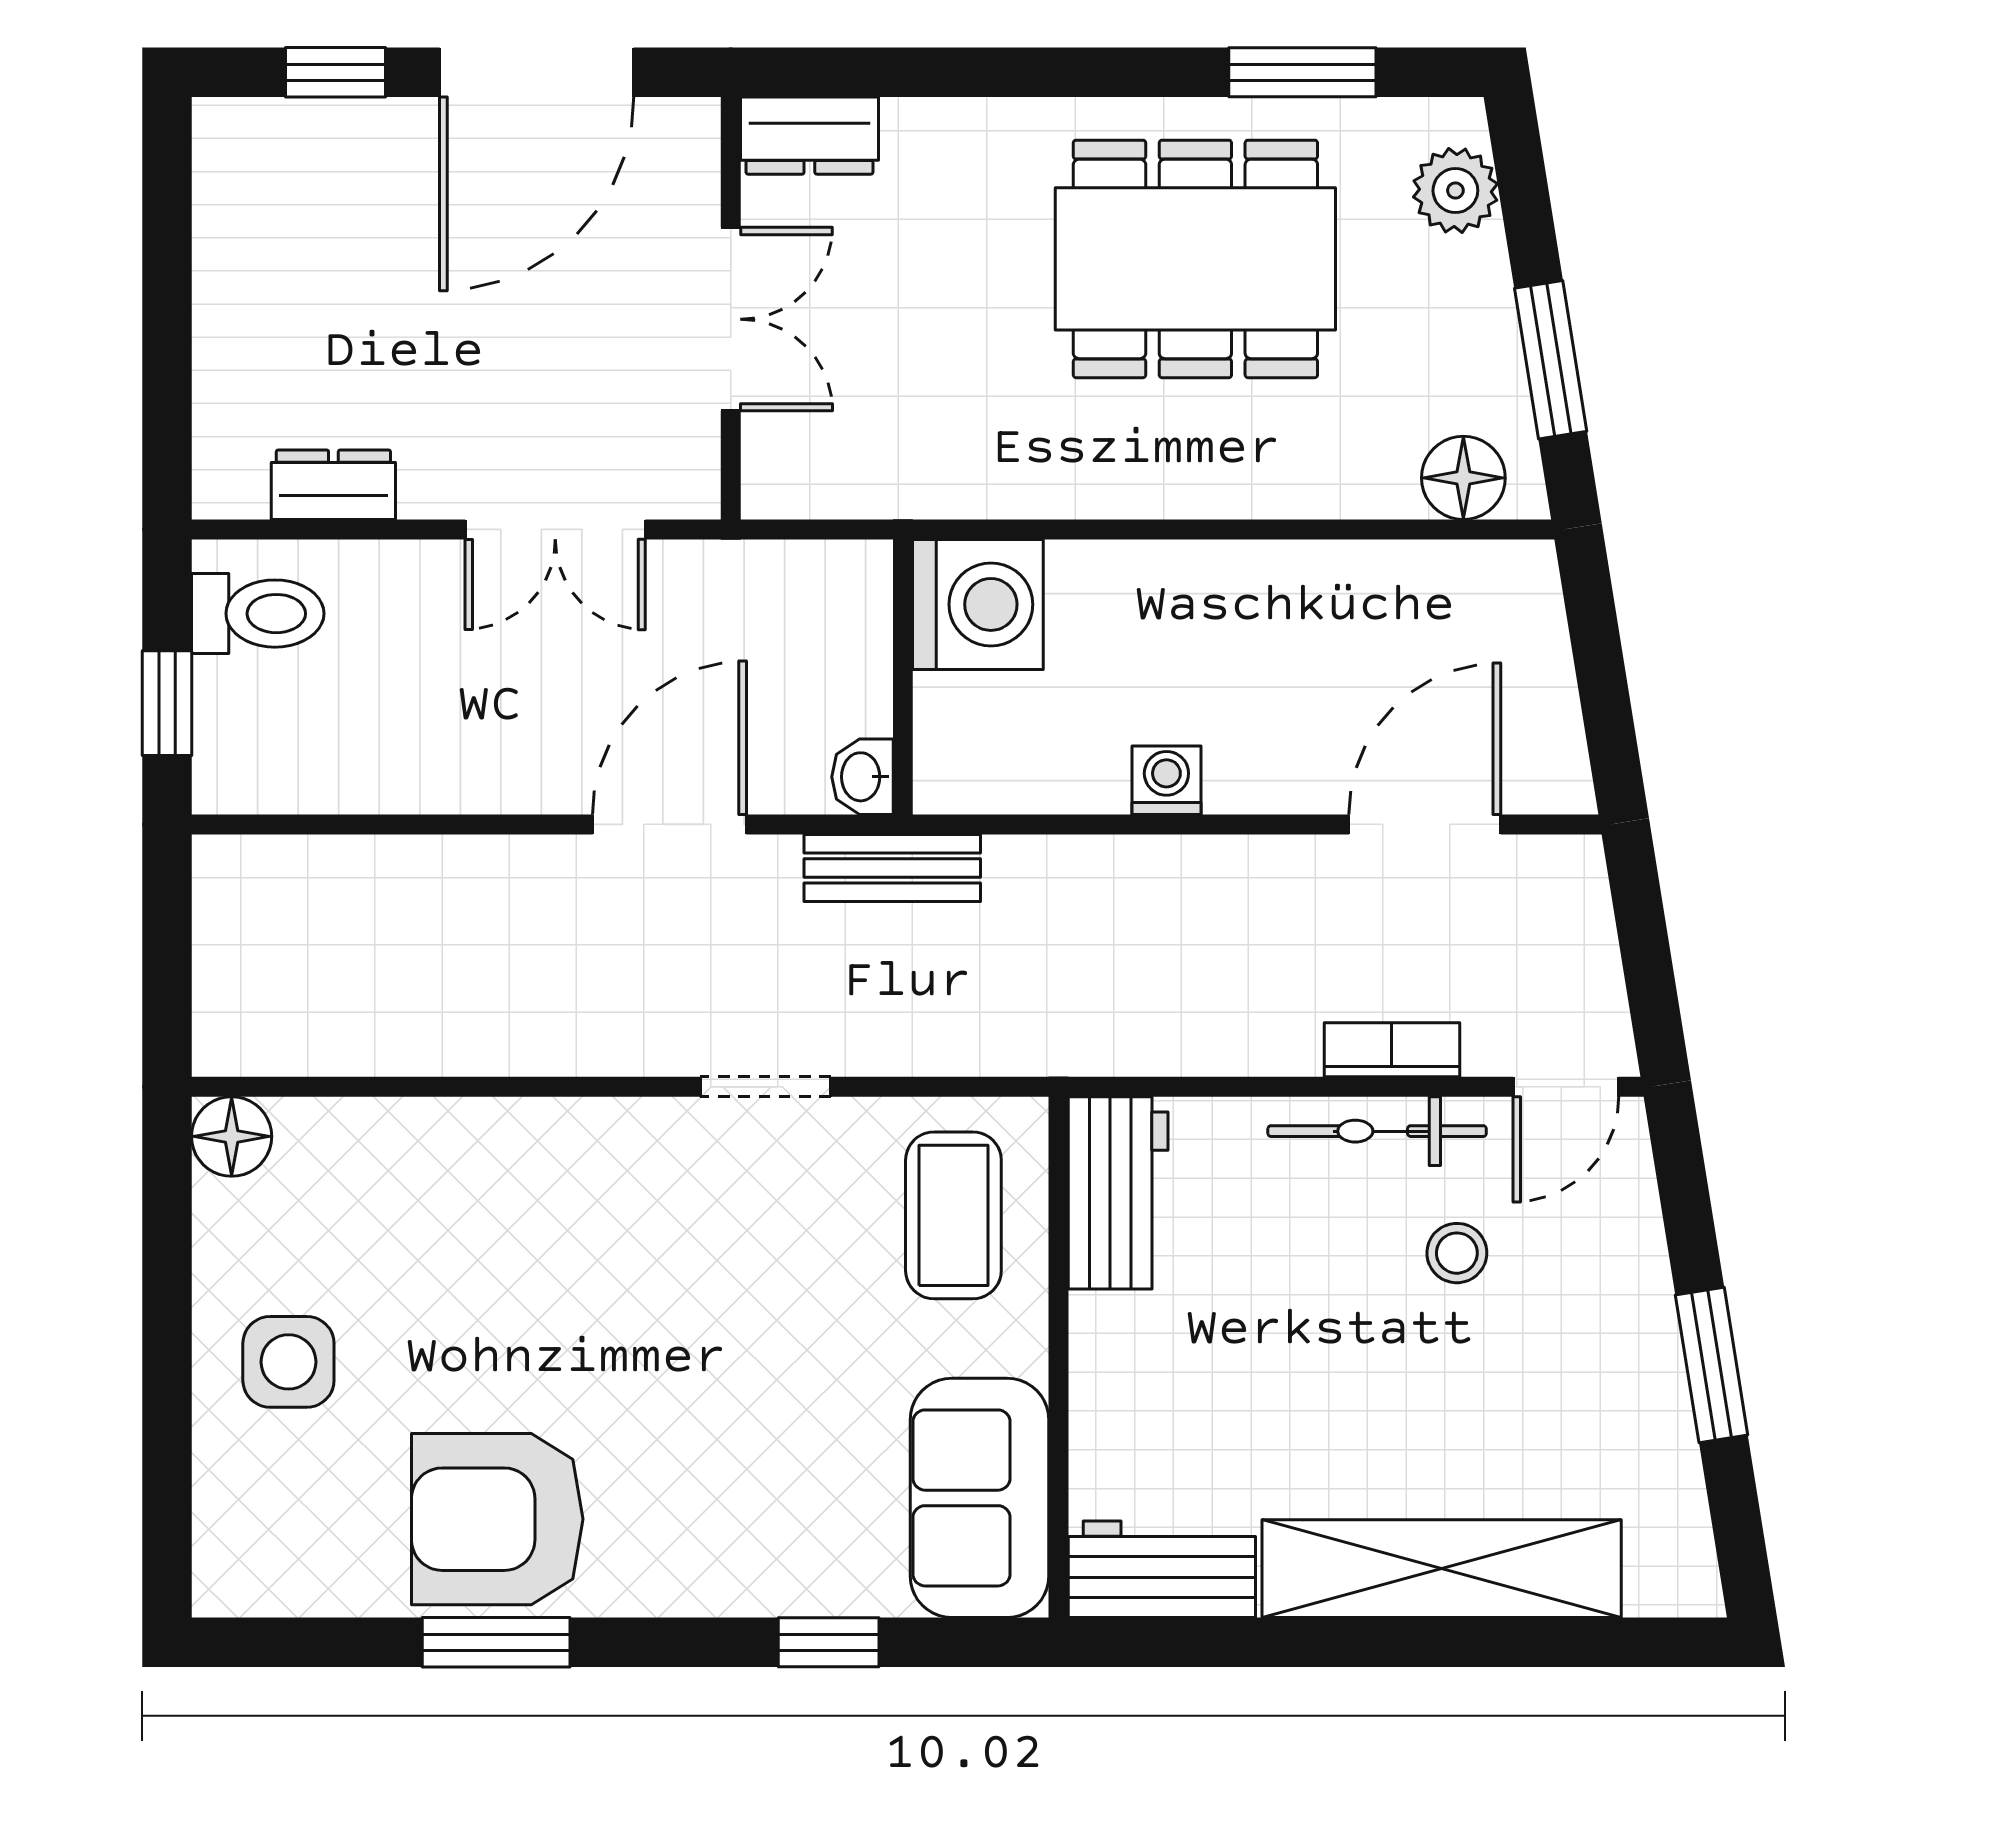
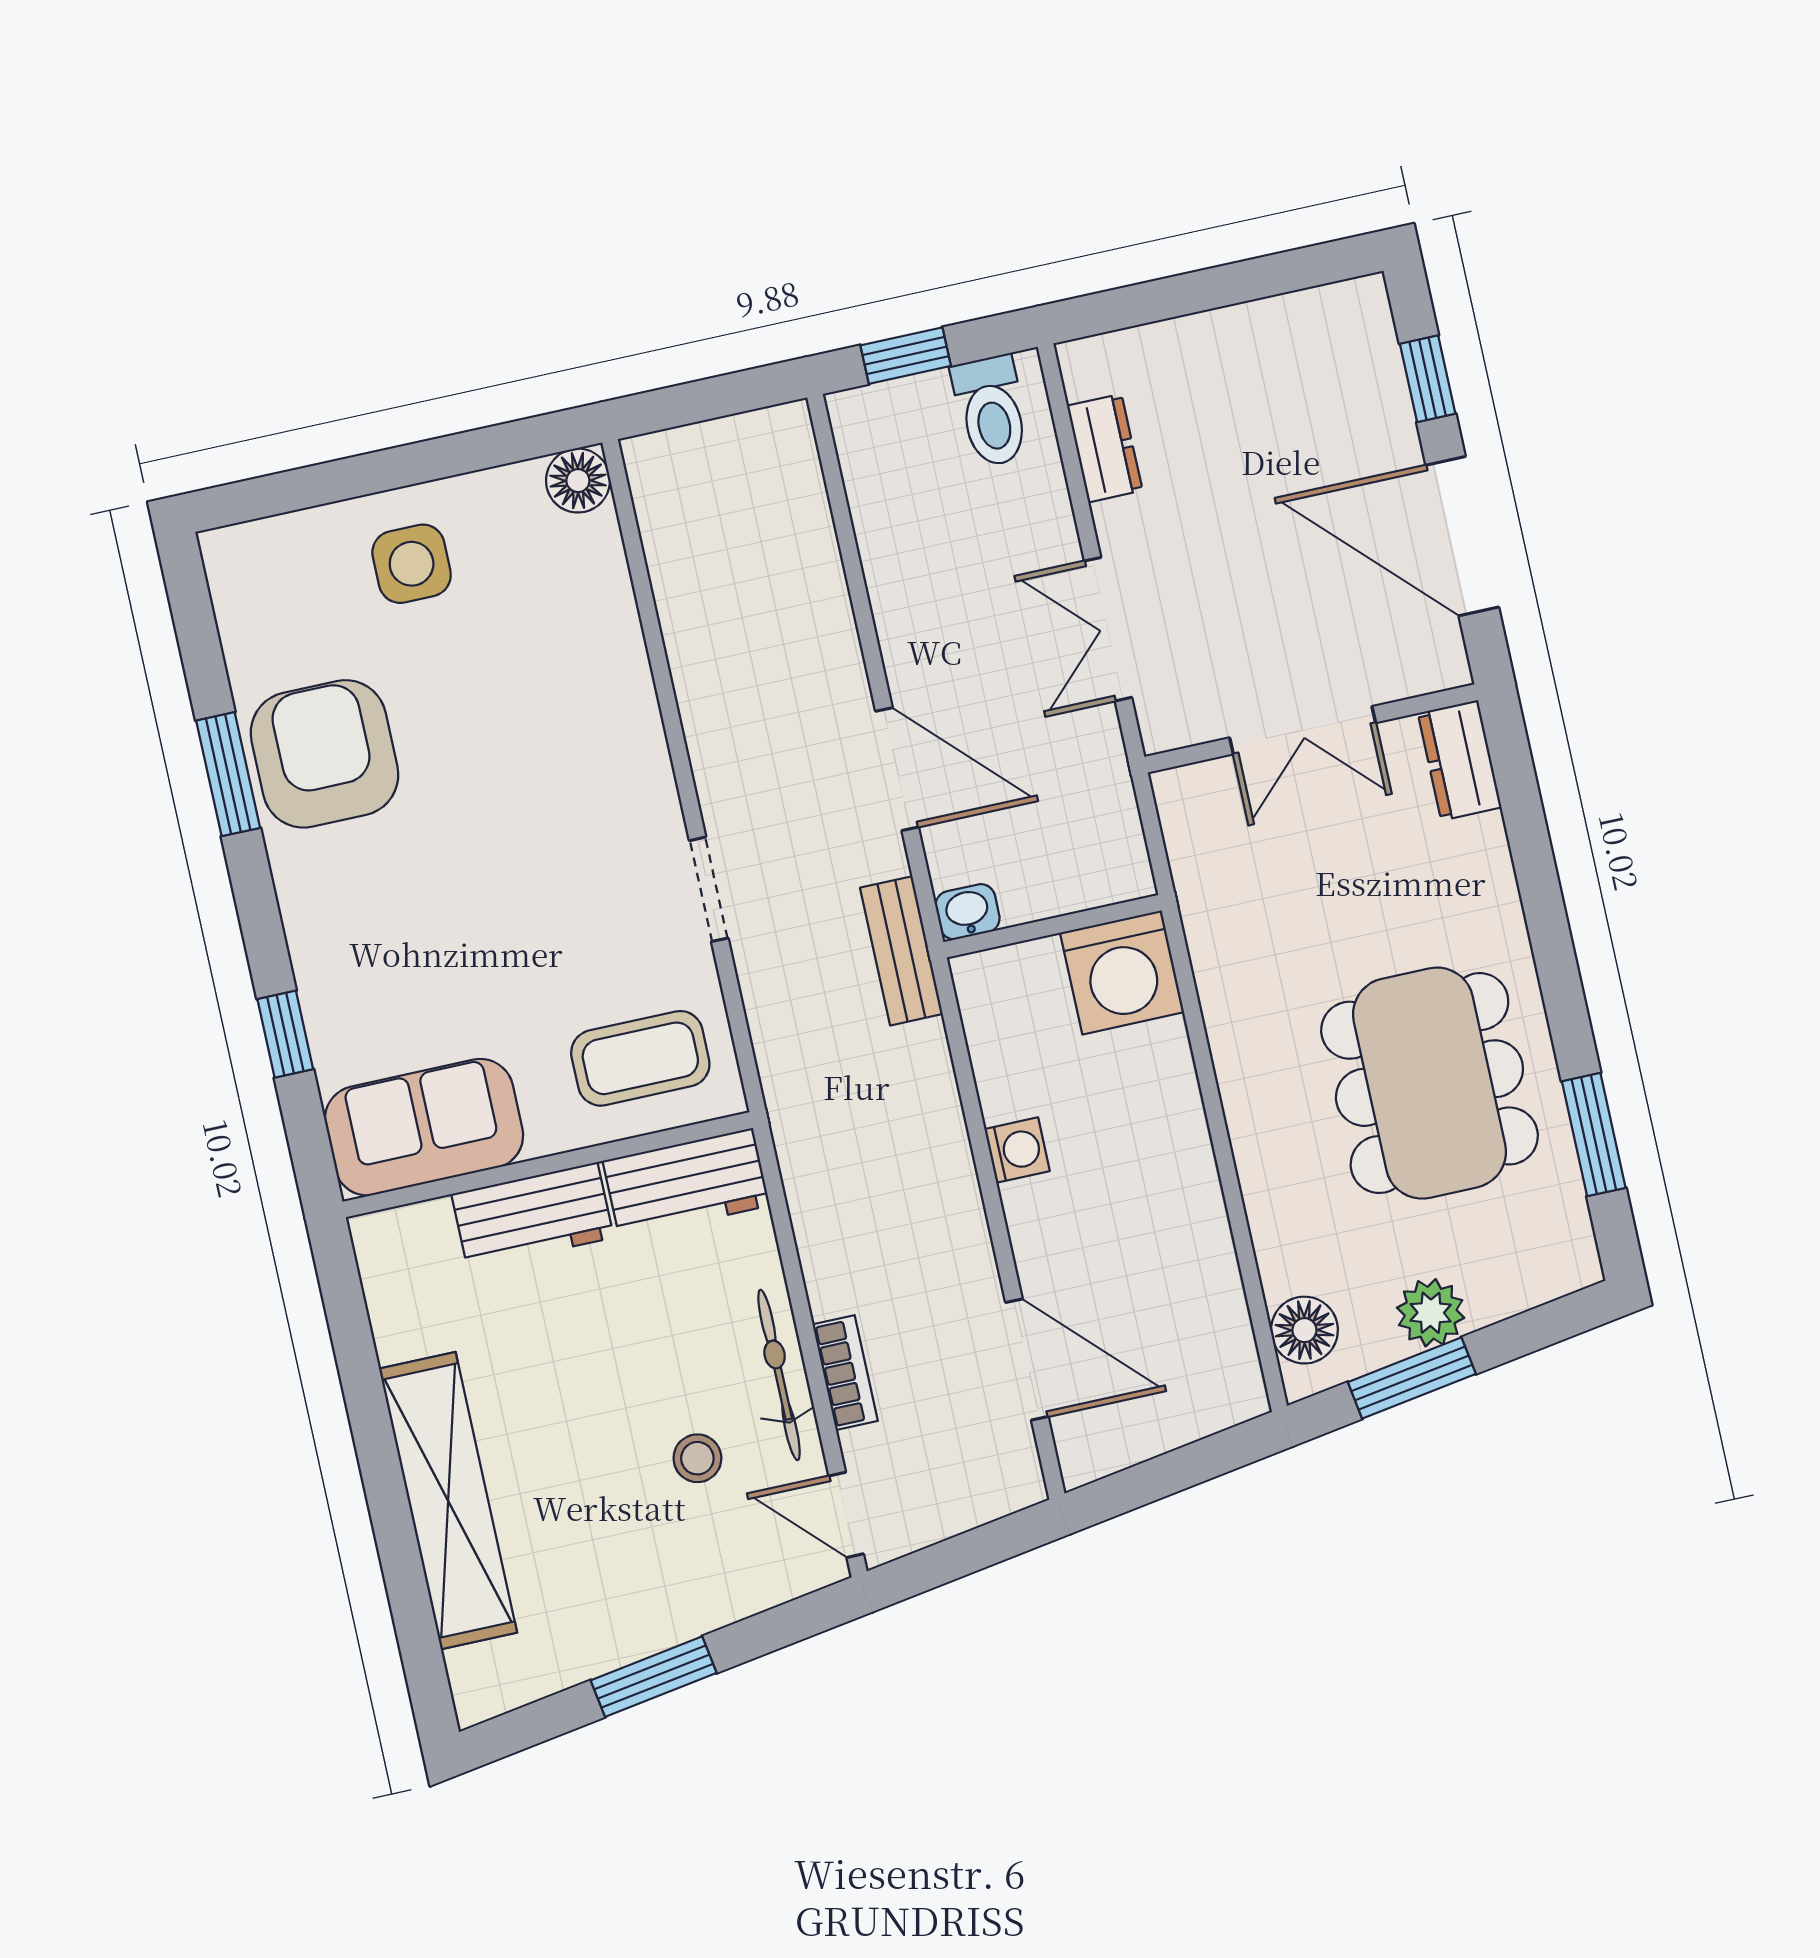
plant: (1455, 190) -> (1431, 1313), moved
workbench: (1162, 1569) -> (533, 1216), moved, turned 90

